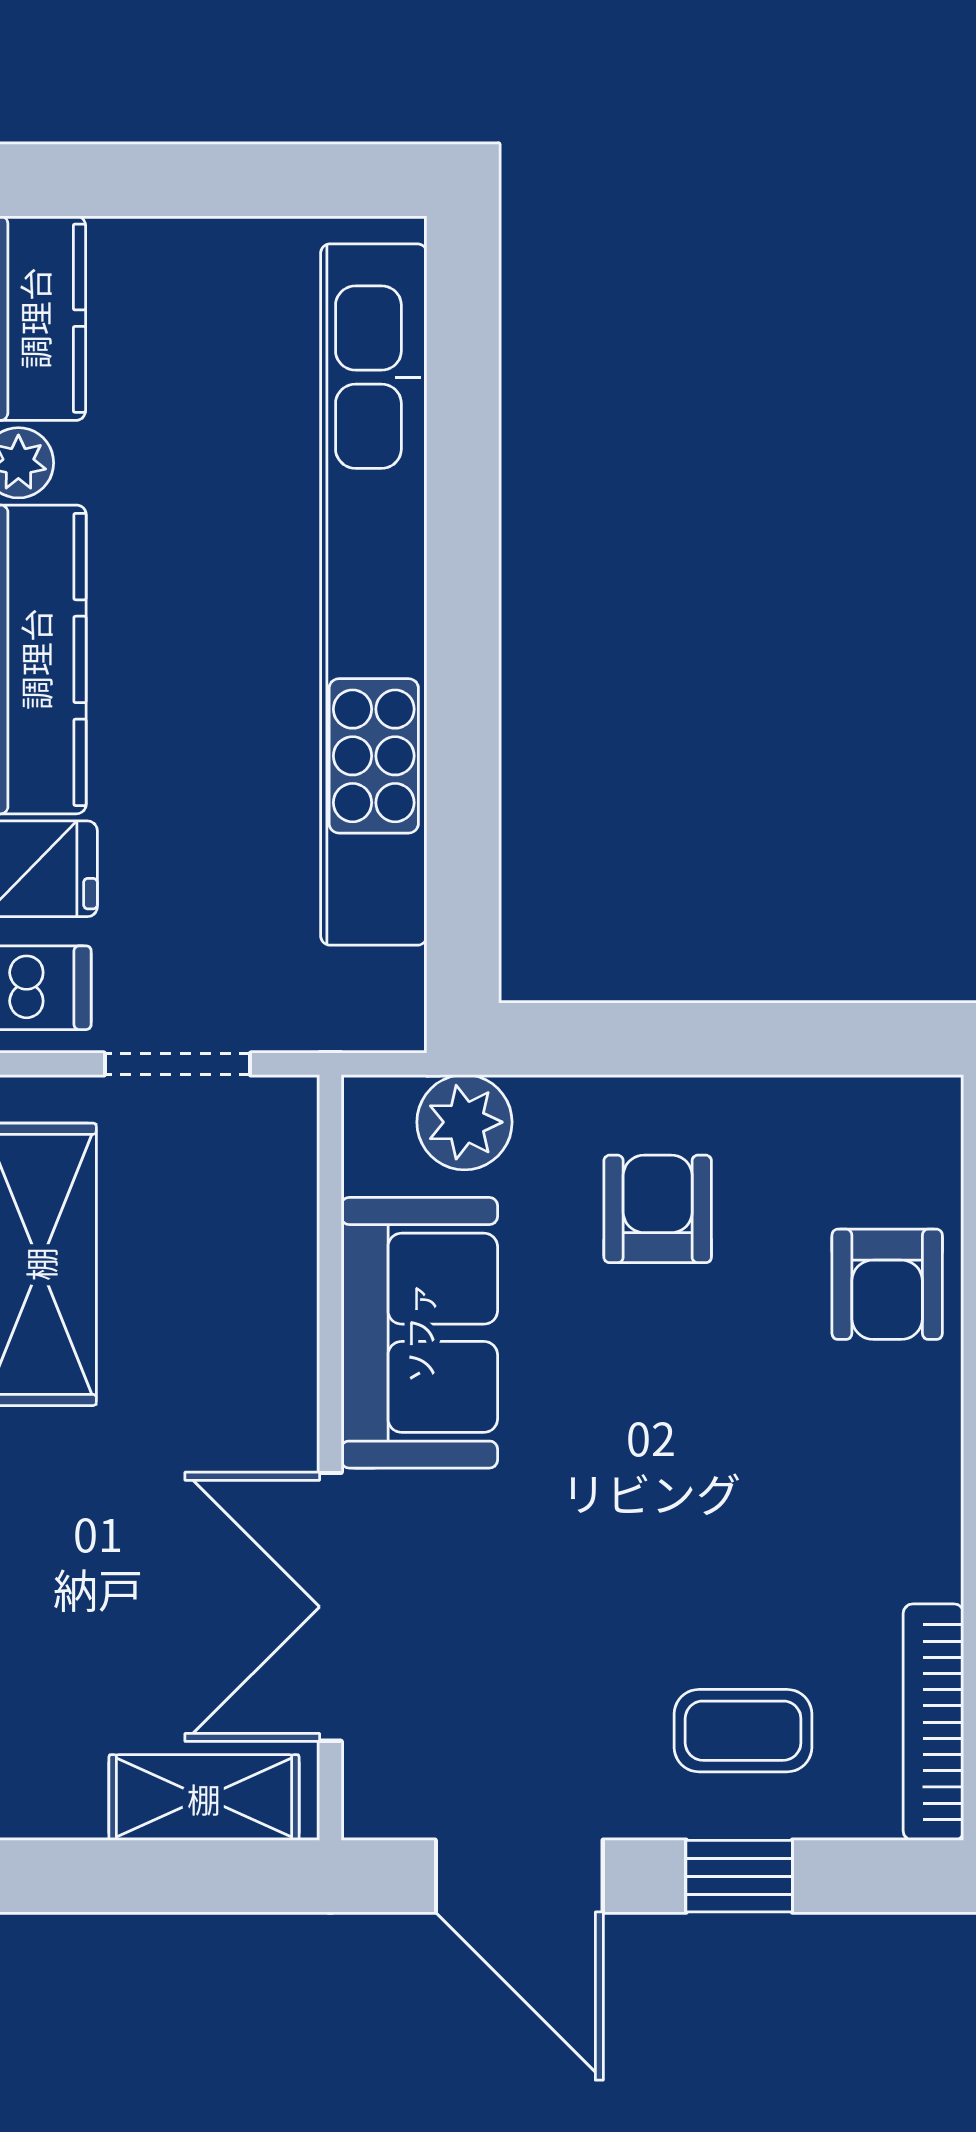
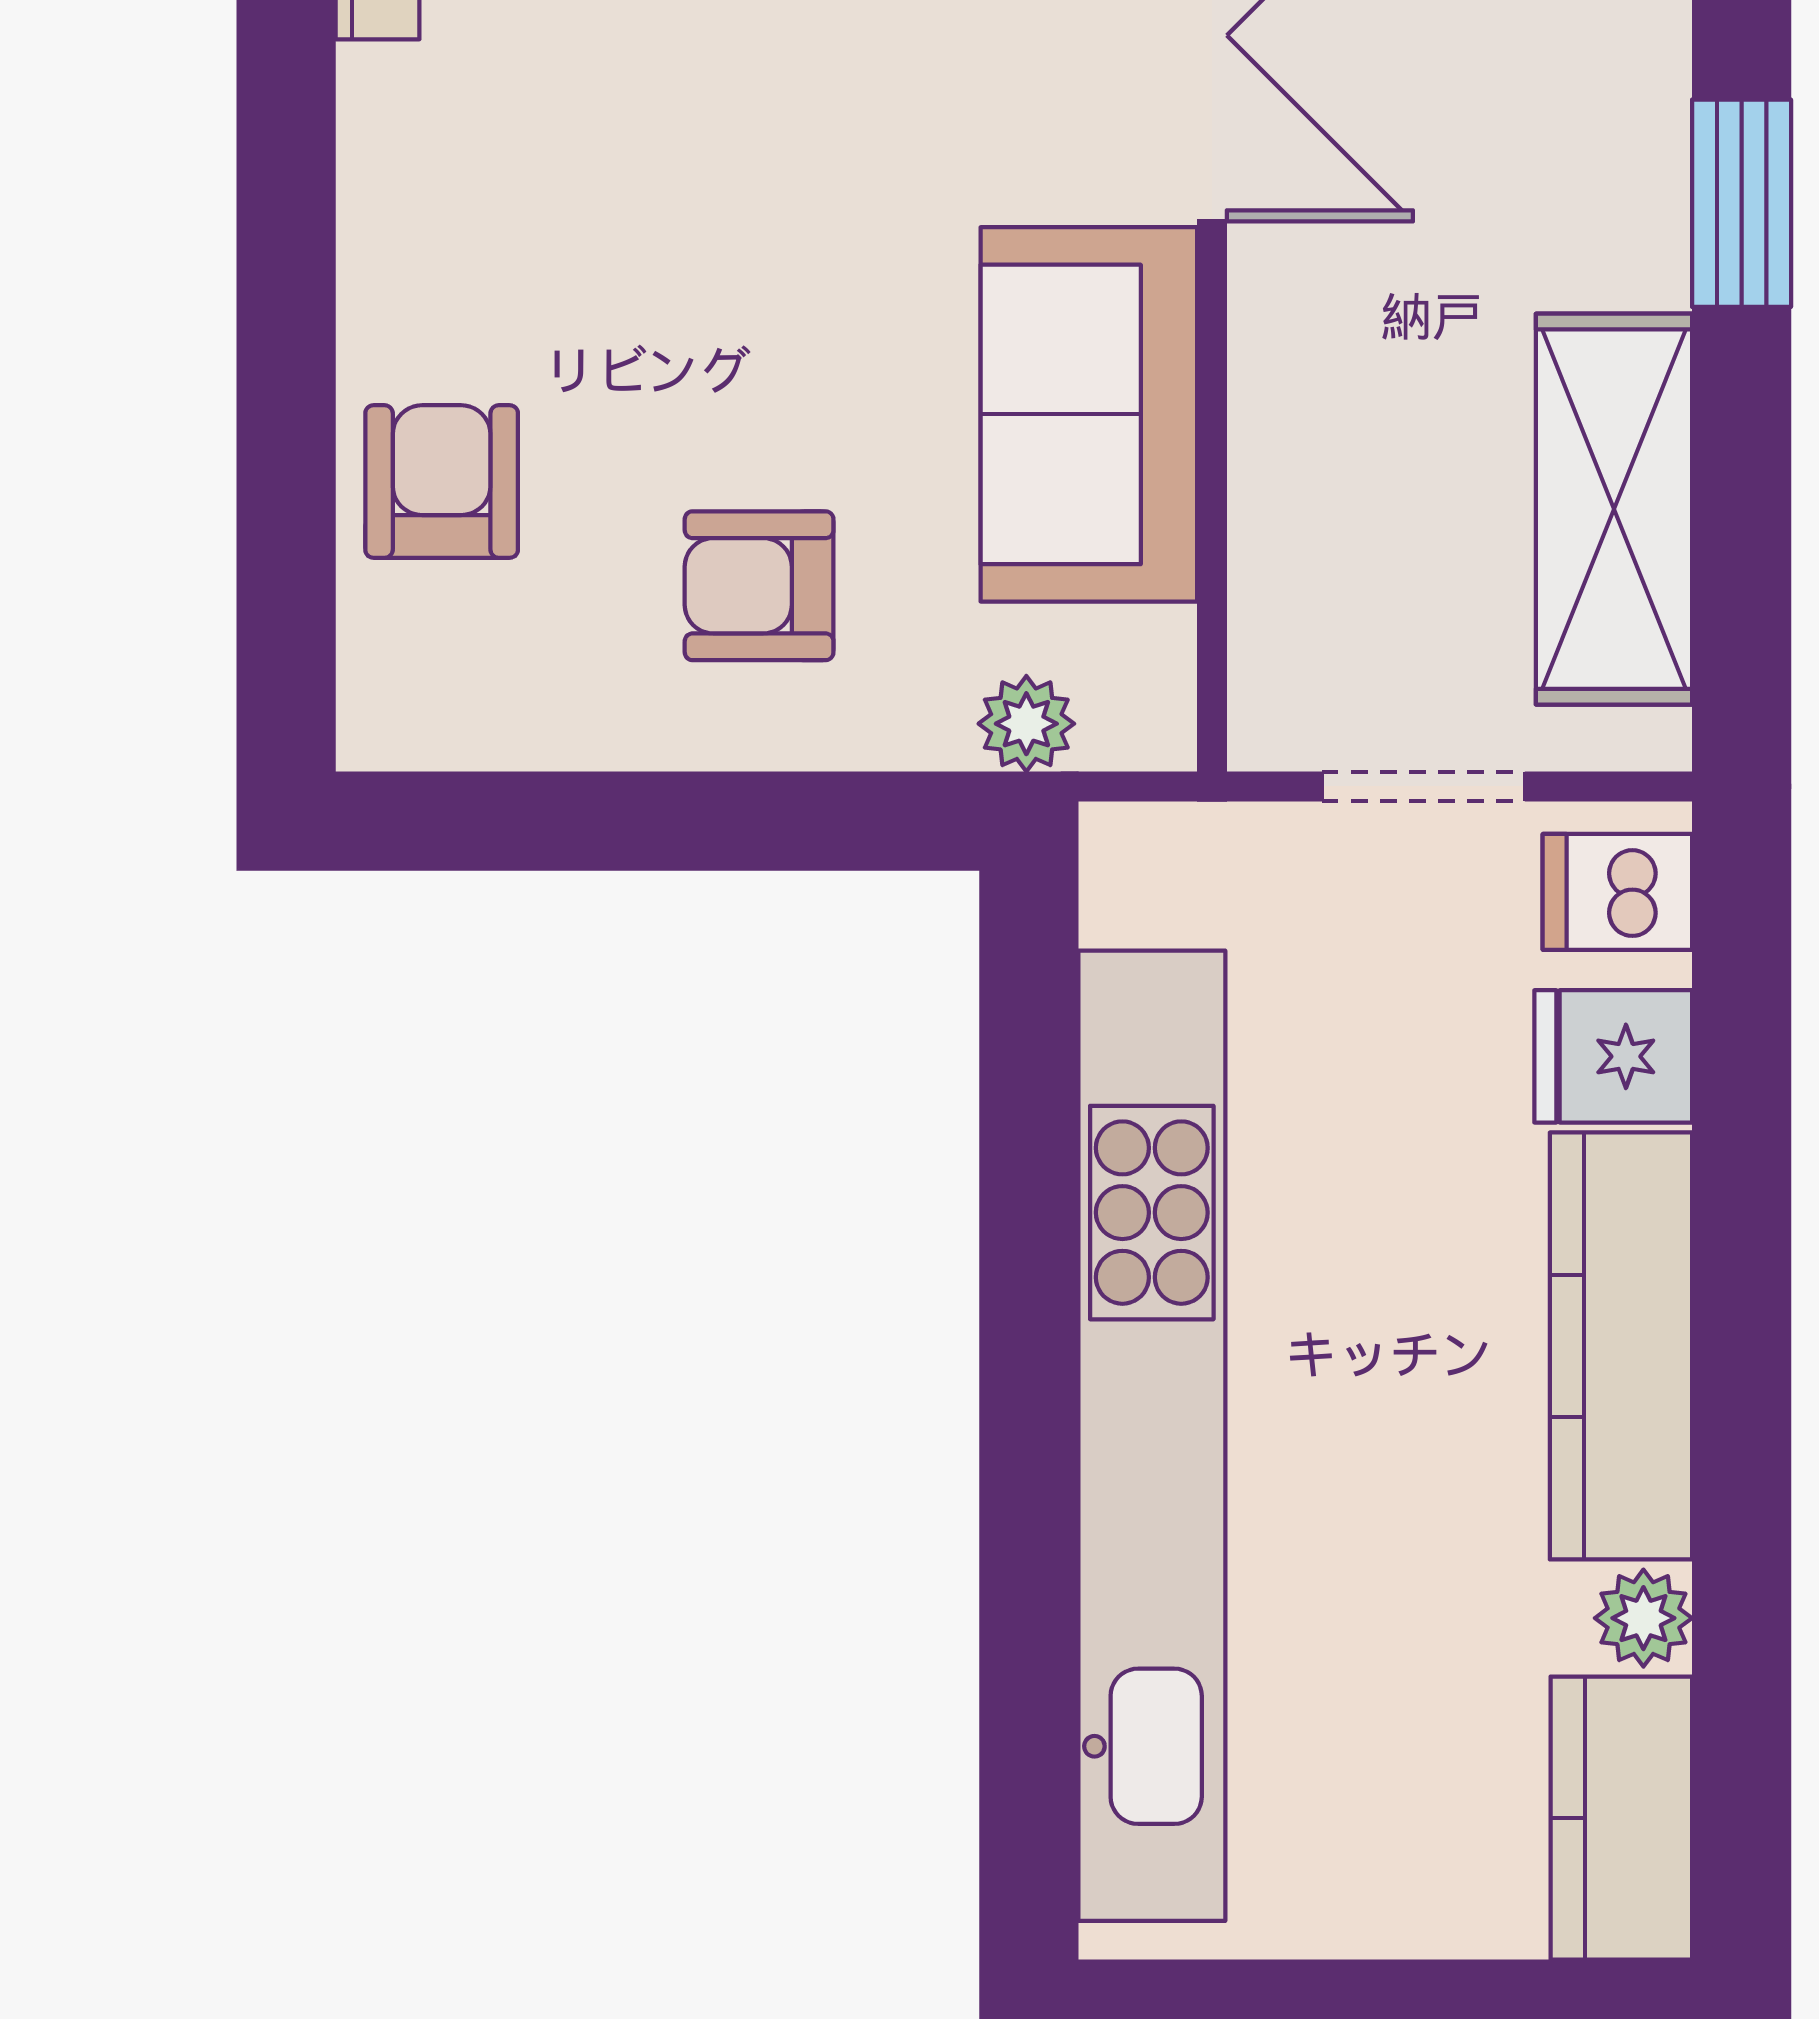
plant: (464, 1122) -> (1026, 724), width x0.73, depth x0.73
armchair: (658, 1209) -> (759, 586), turned 90

